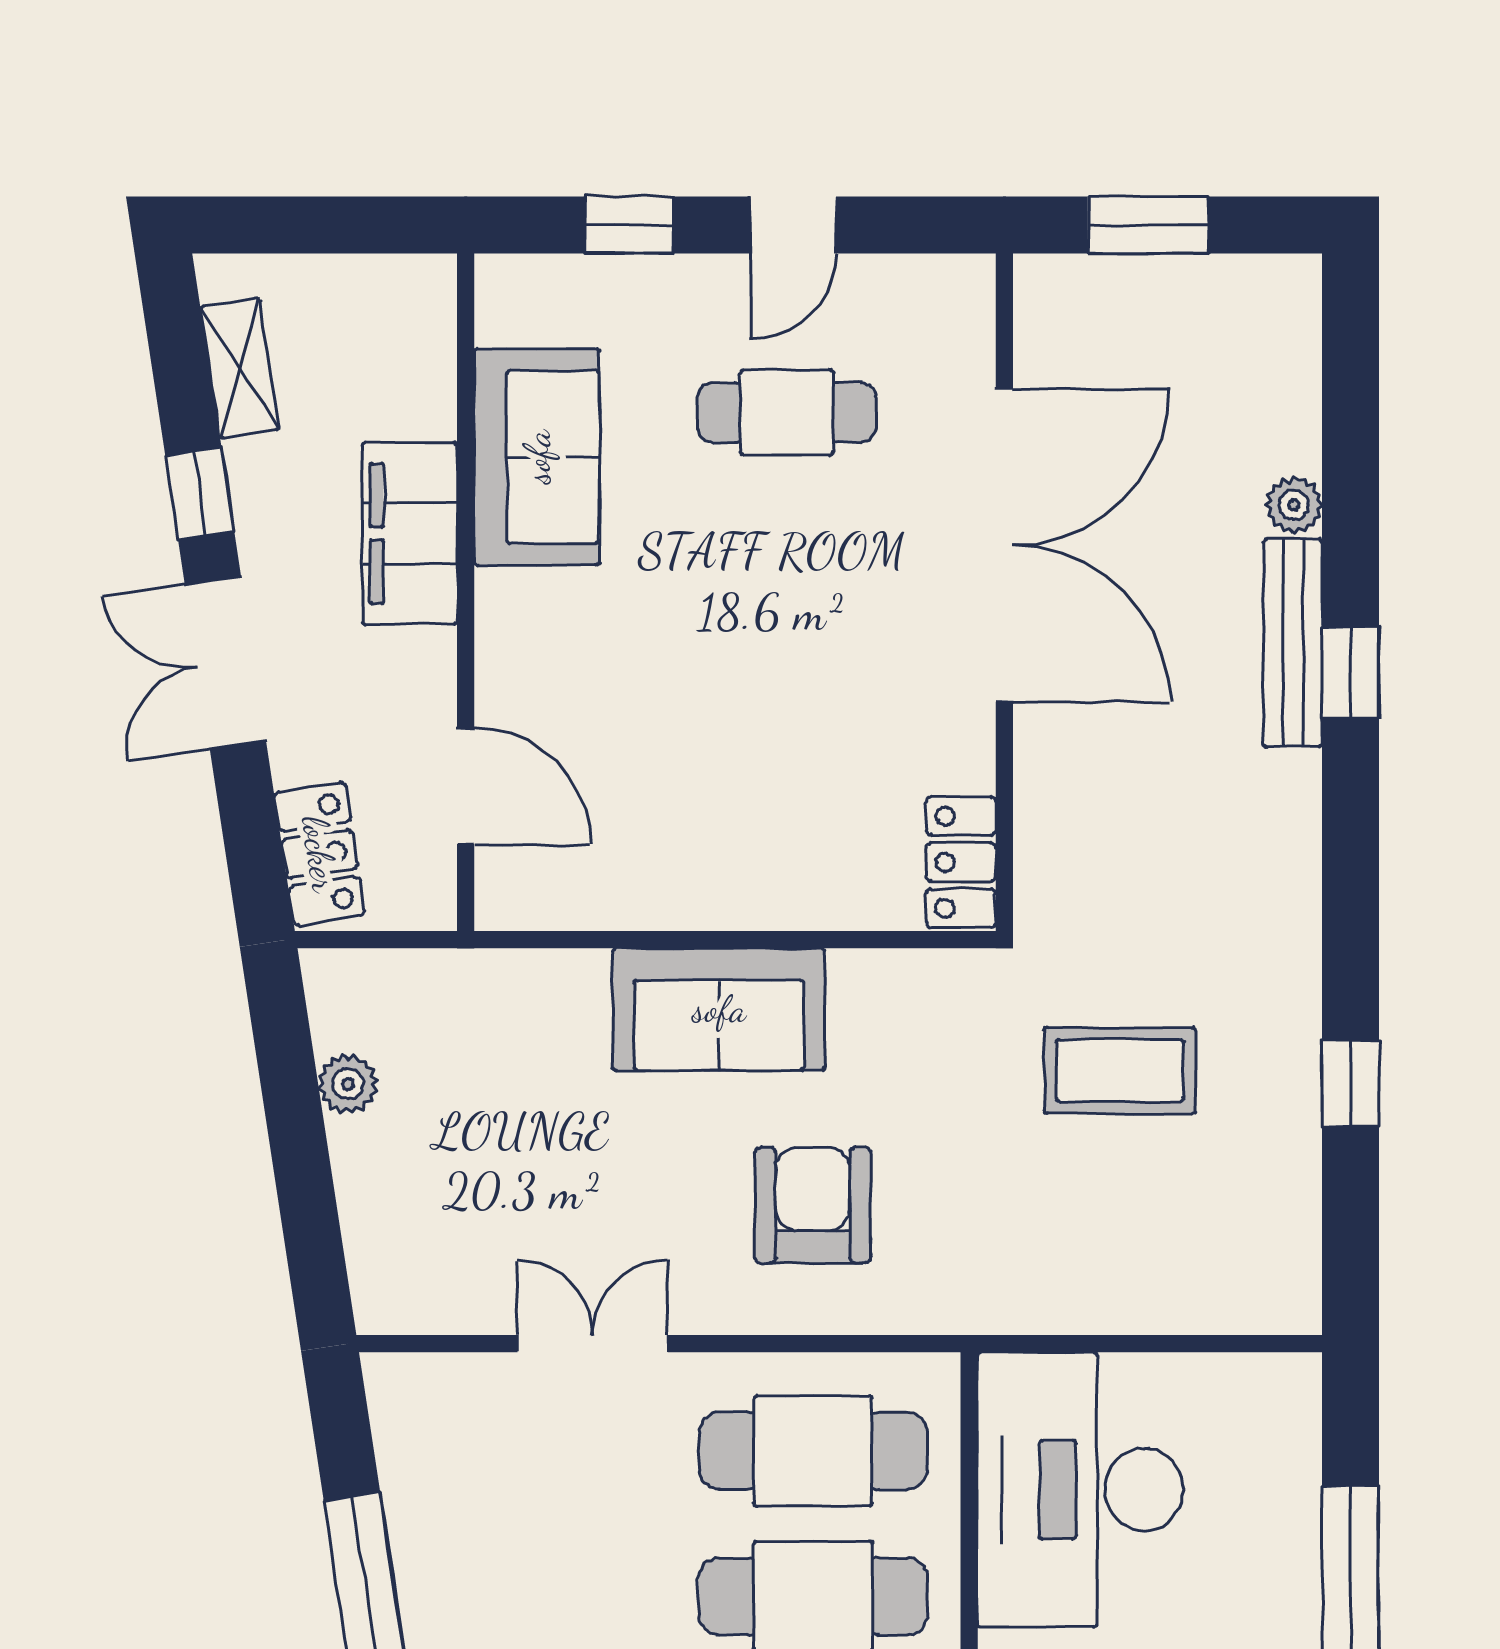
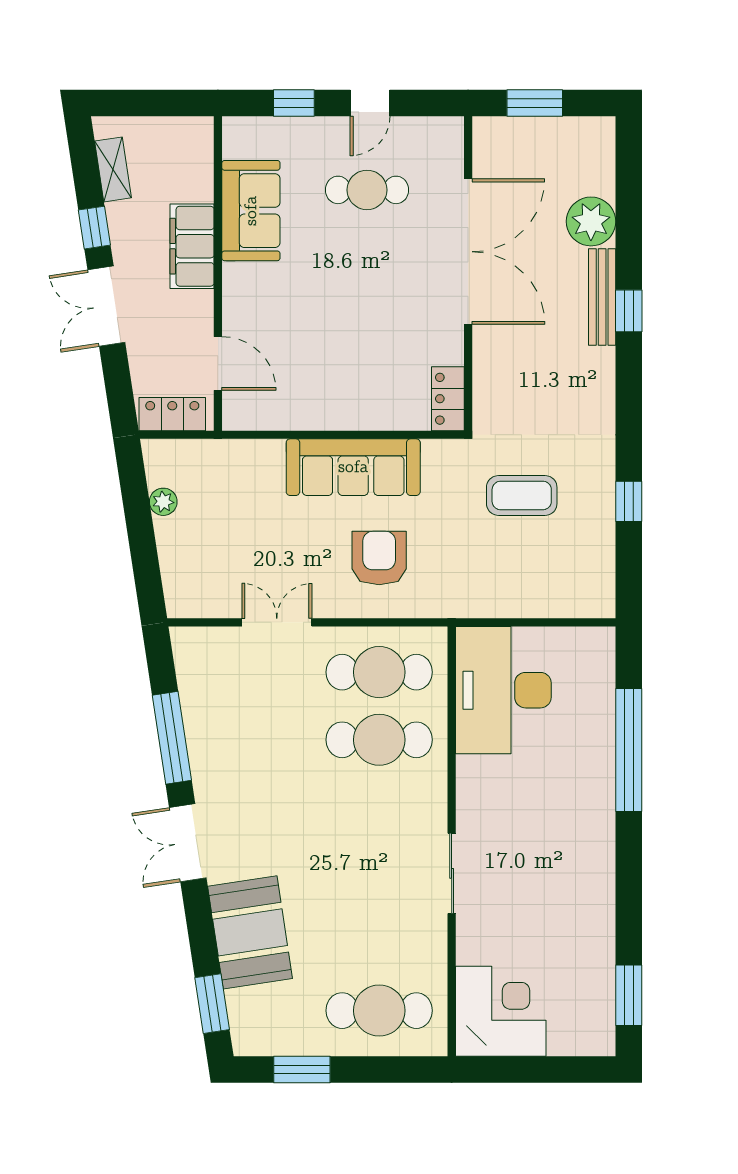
plant: (1294, 505) -> (591, 221), width x1.88, depth x1.88
locker: (320, 854) -> (172, 414), moved, turned -81
sofa: (719, 1009) -> (353, 467), width x1.36

